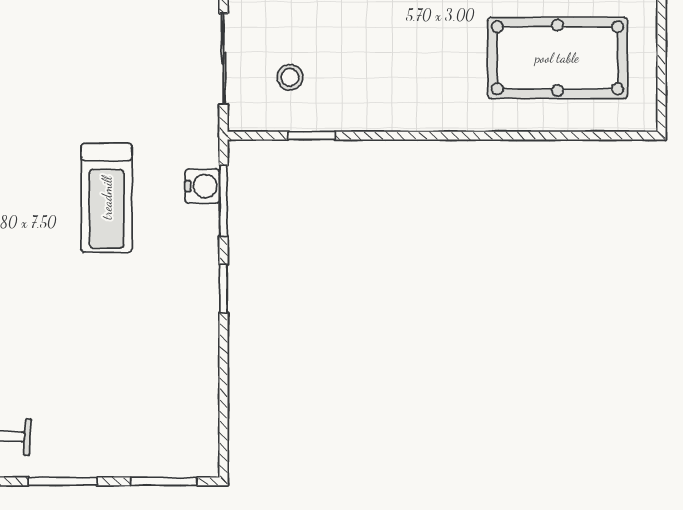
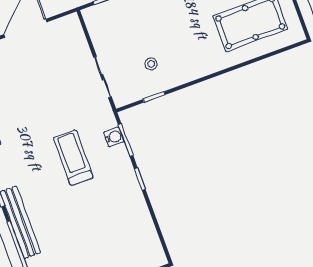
stool: (290, 77) -> (151, 64), moved
treadmill: (107, 198) -> (73, 158), turned 180

